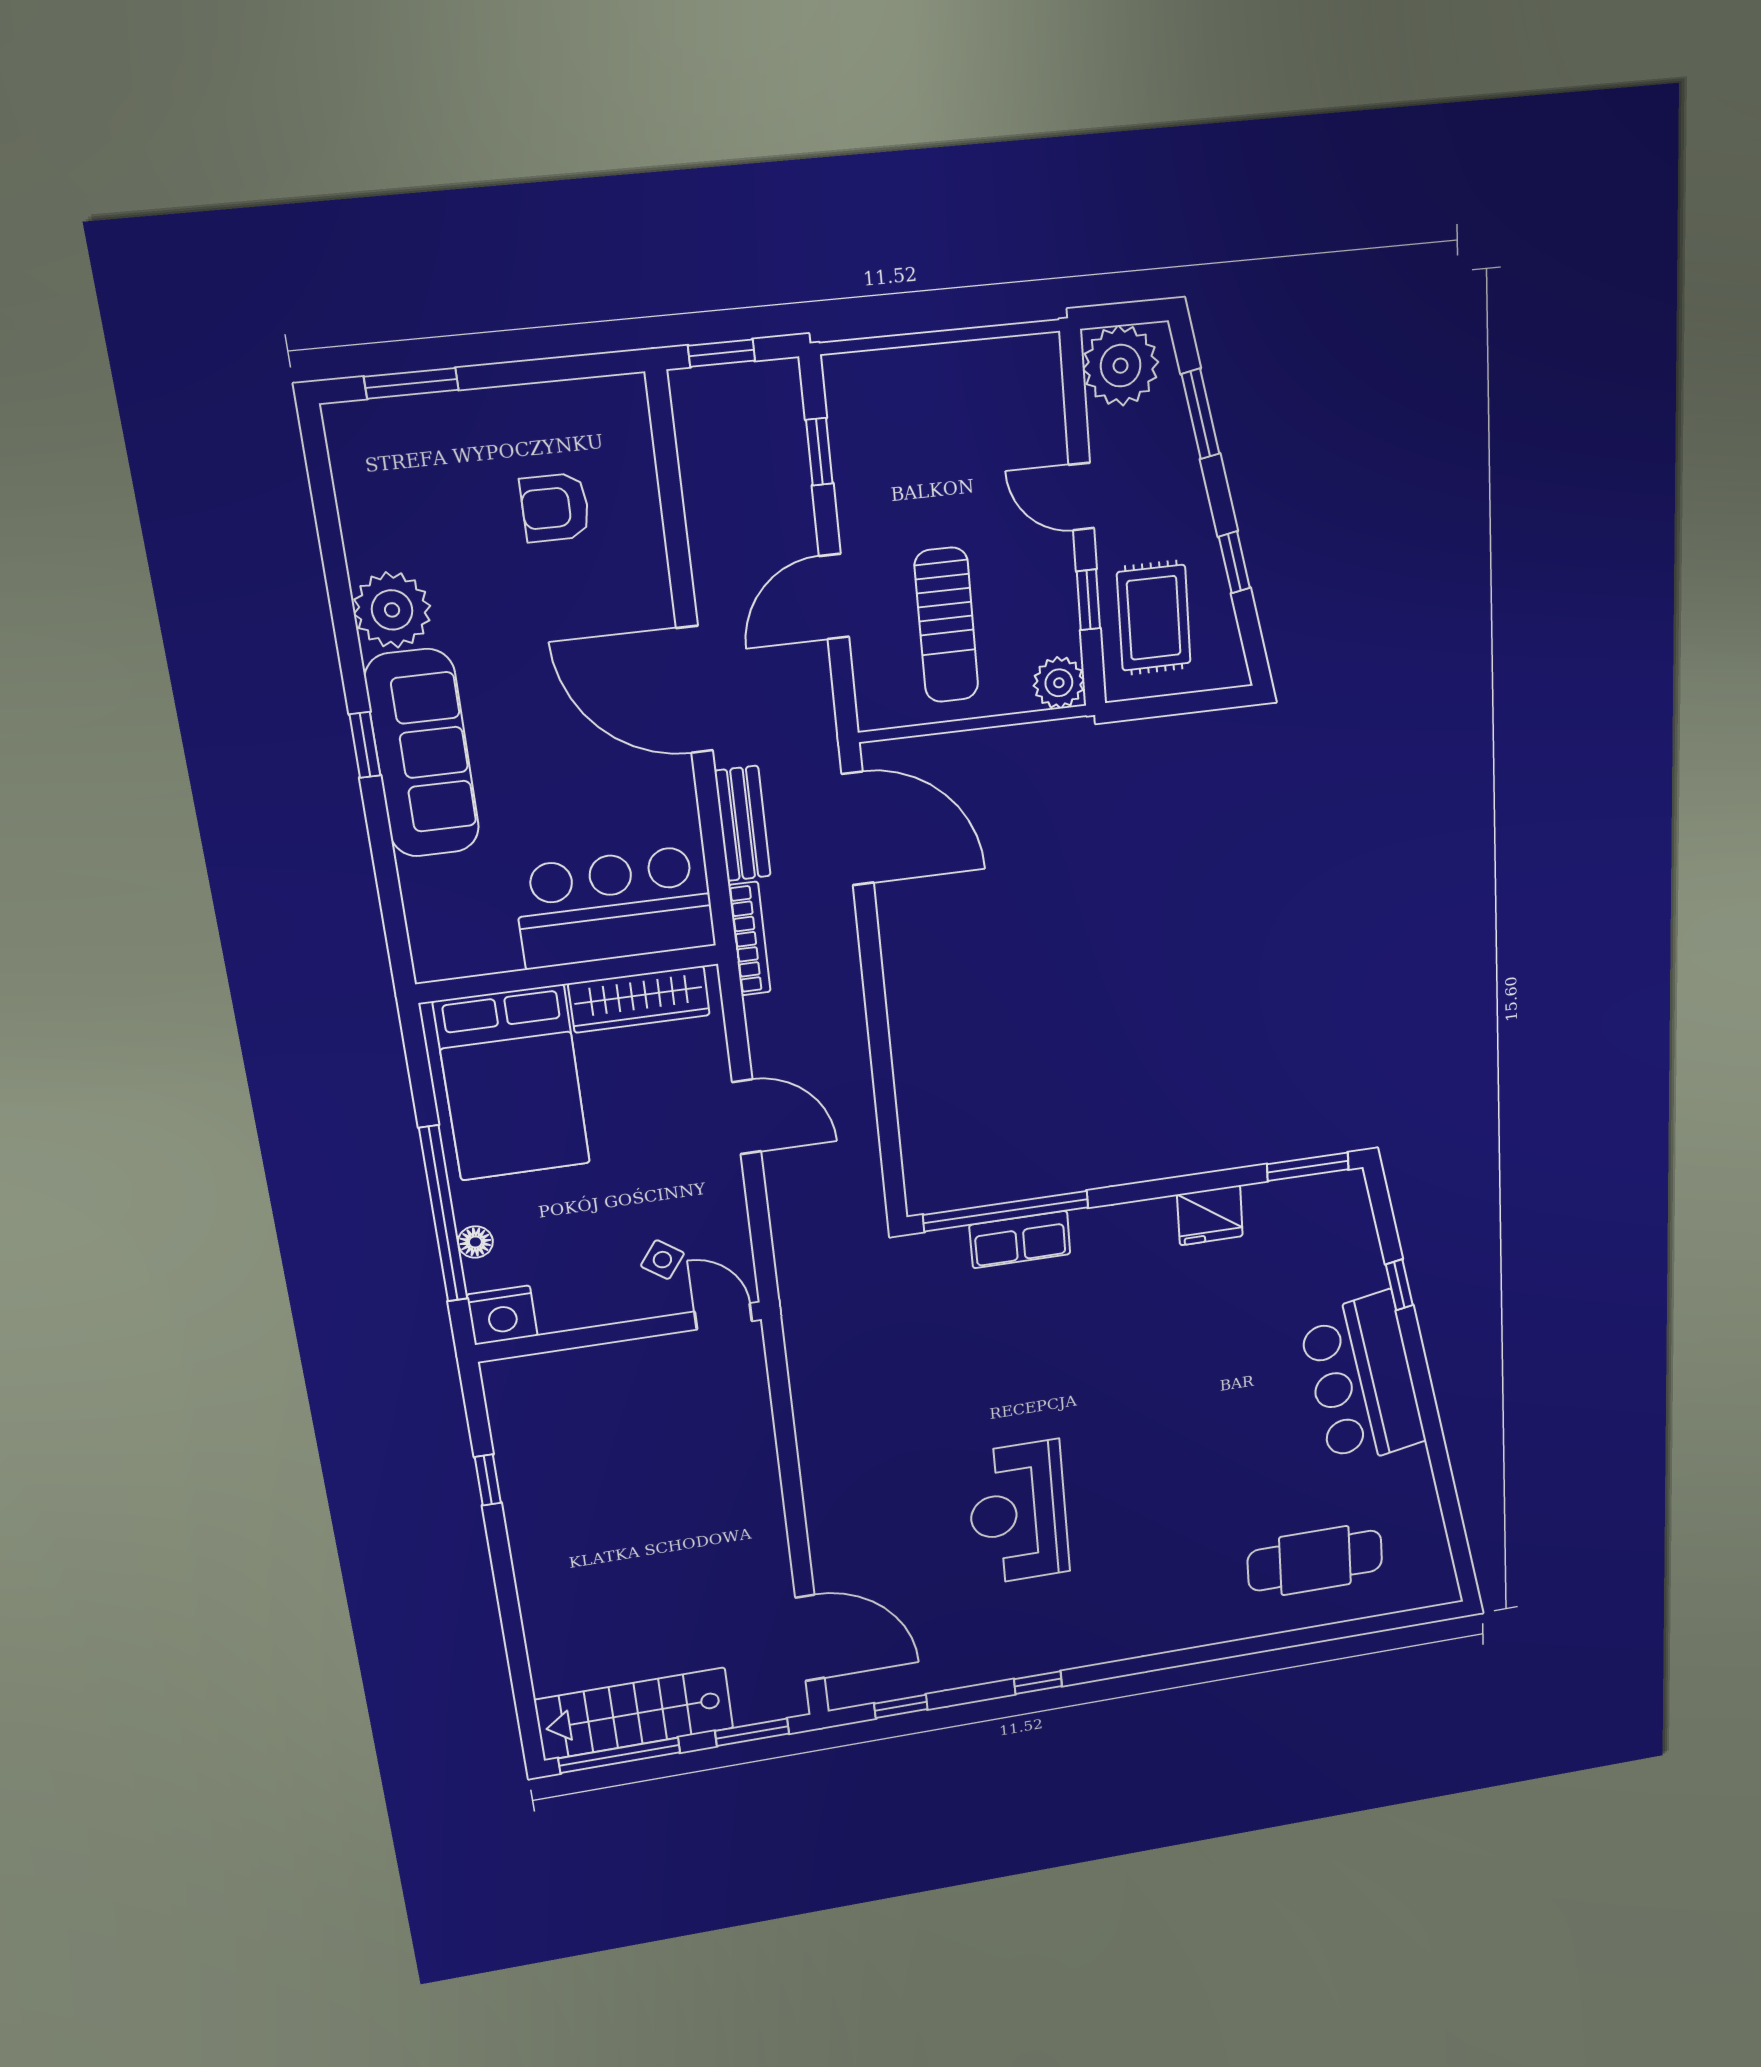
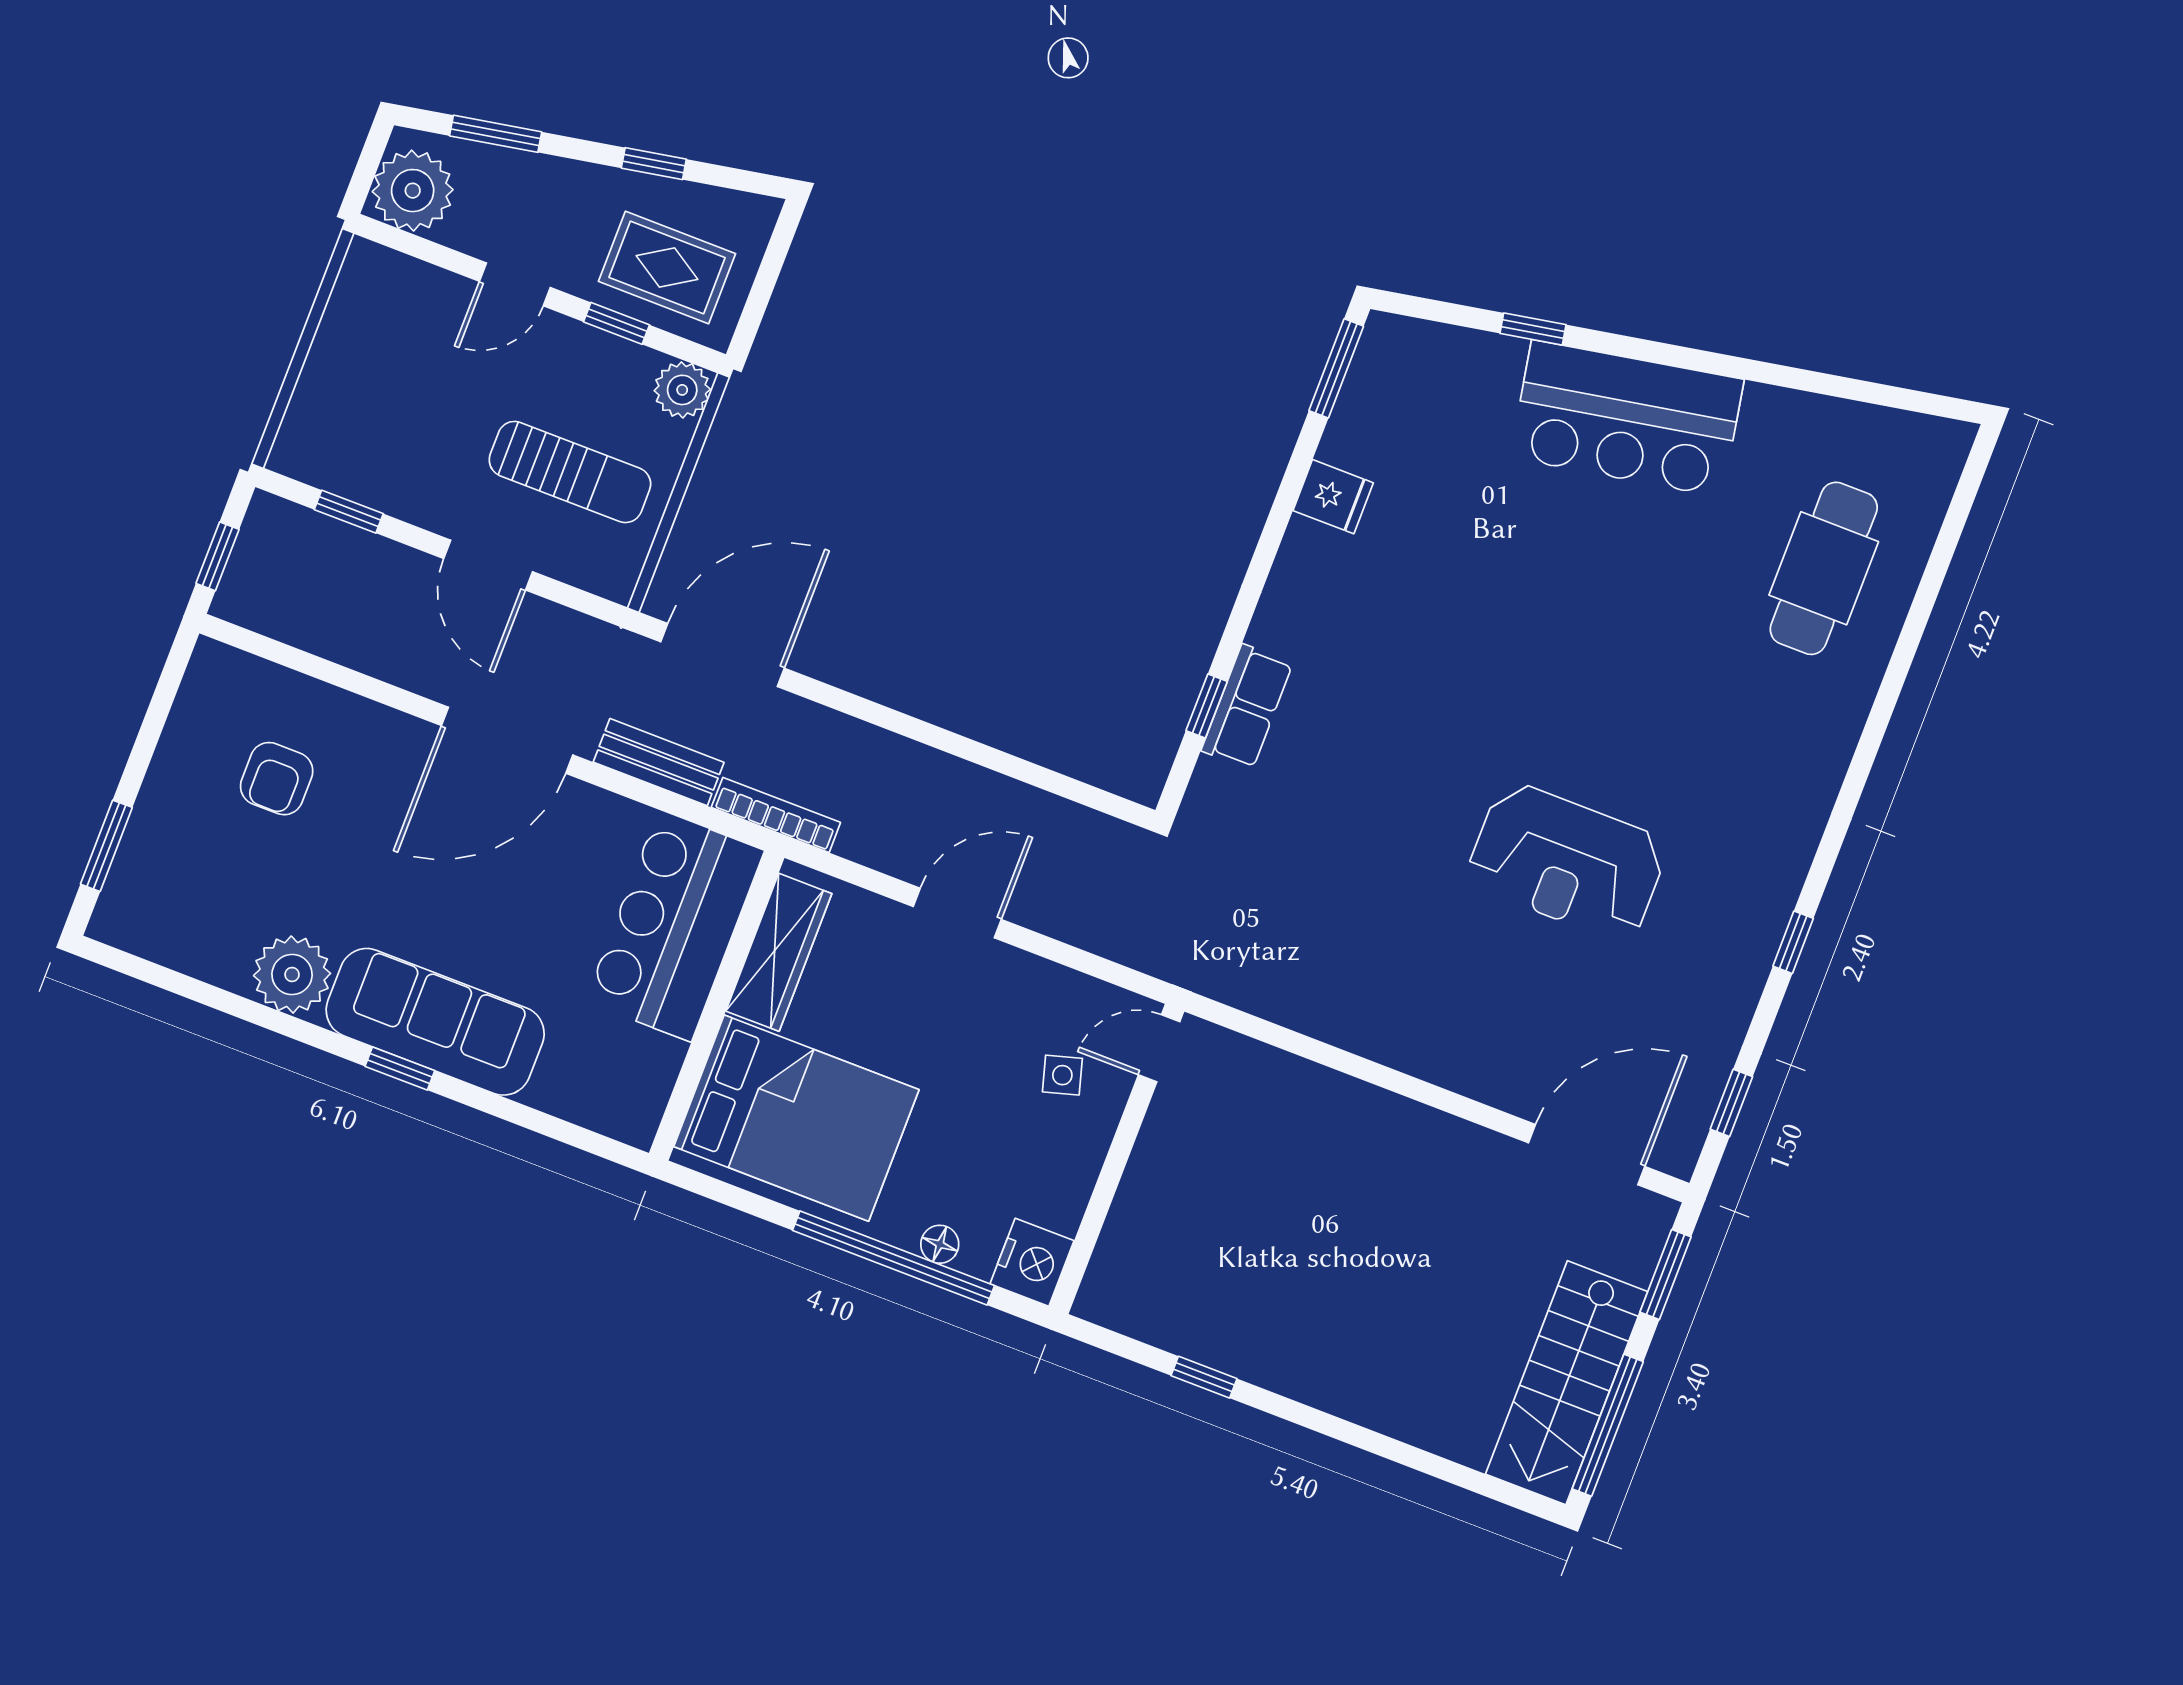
window: (1006, 1211) -> (1207, 706), width x0.32
fridge: (1210, 1215) -> (1333, 497), width x0.72
side table: (662, 1260) -> (1062, 1075), turned 38

